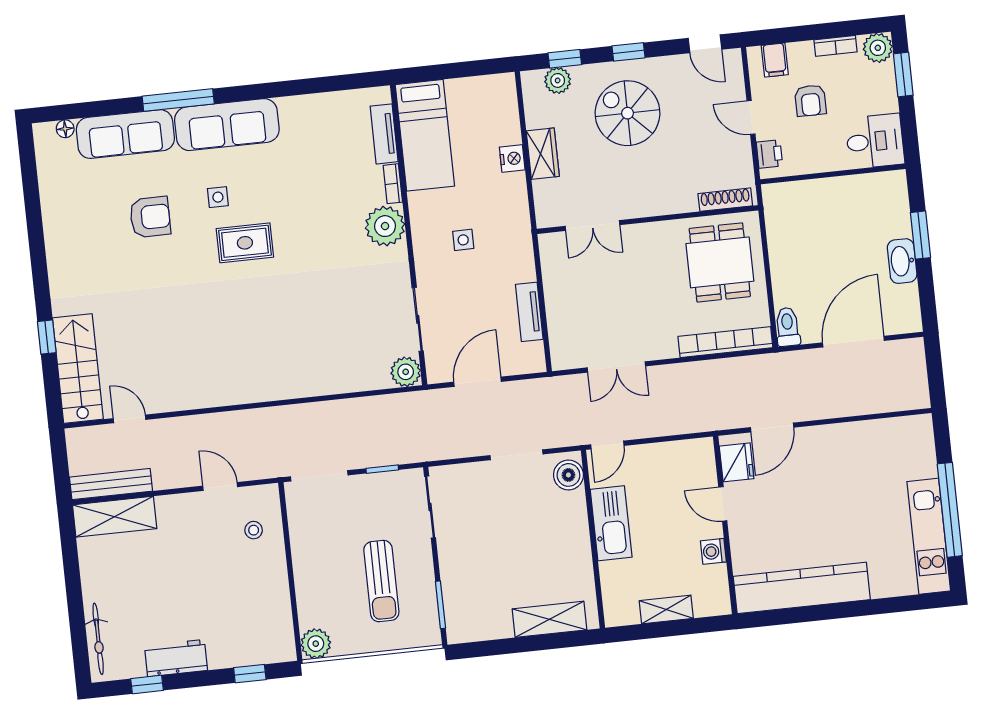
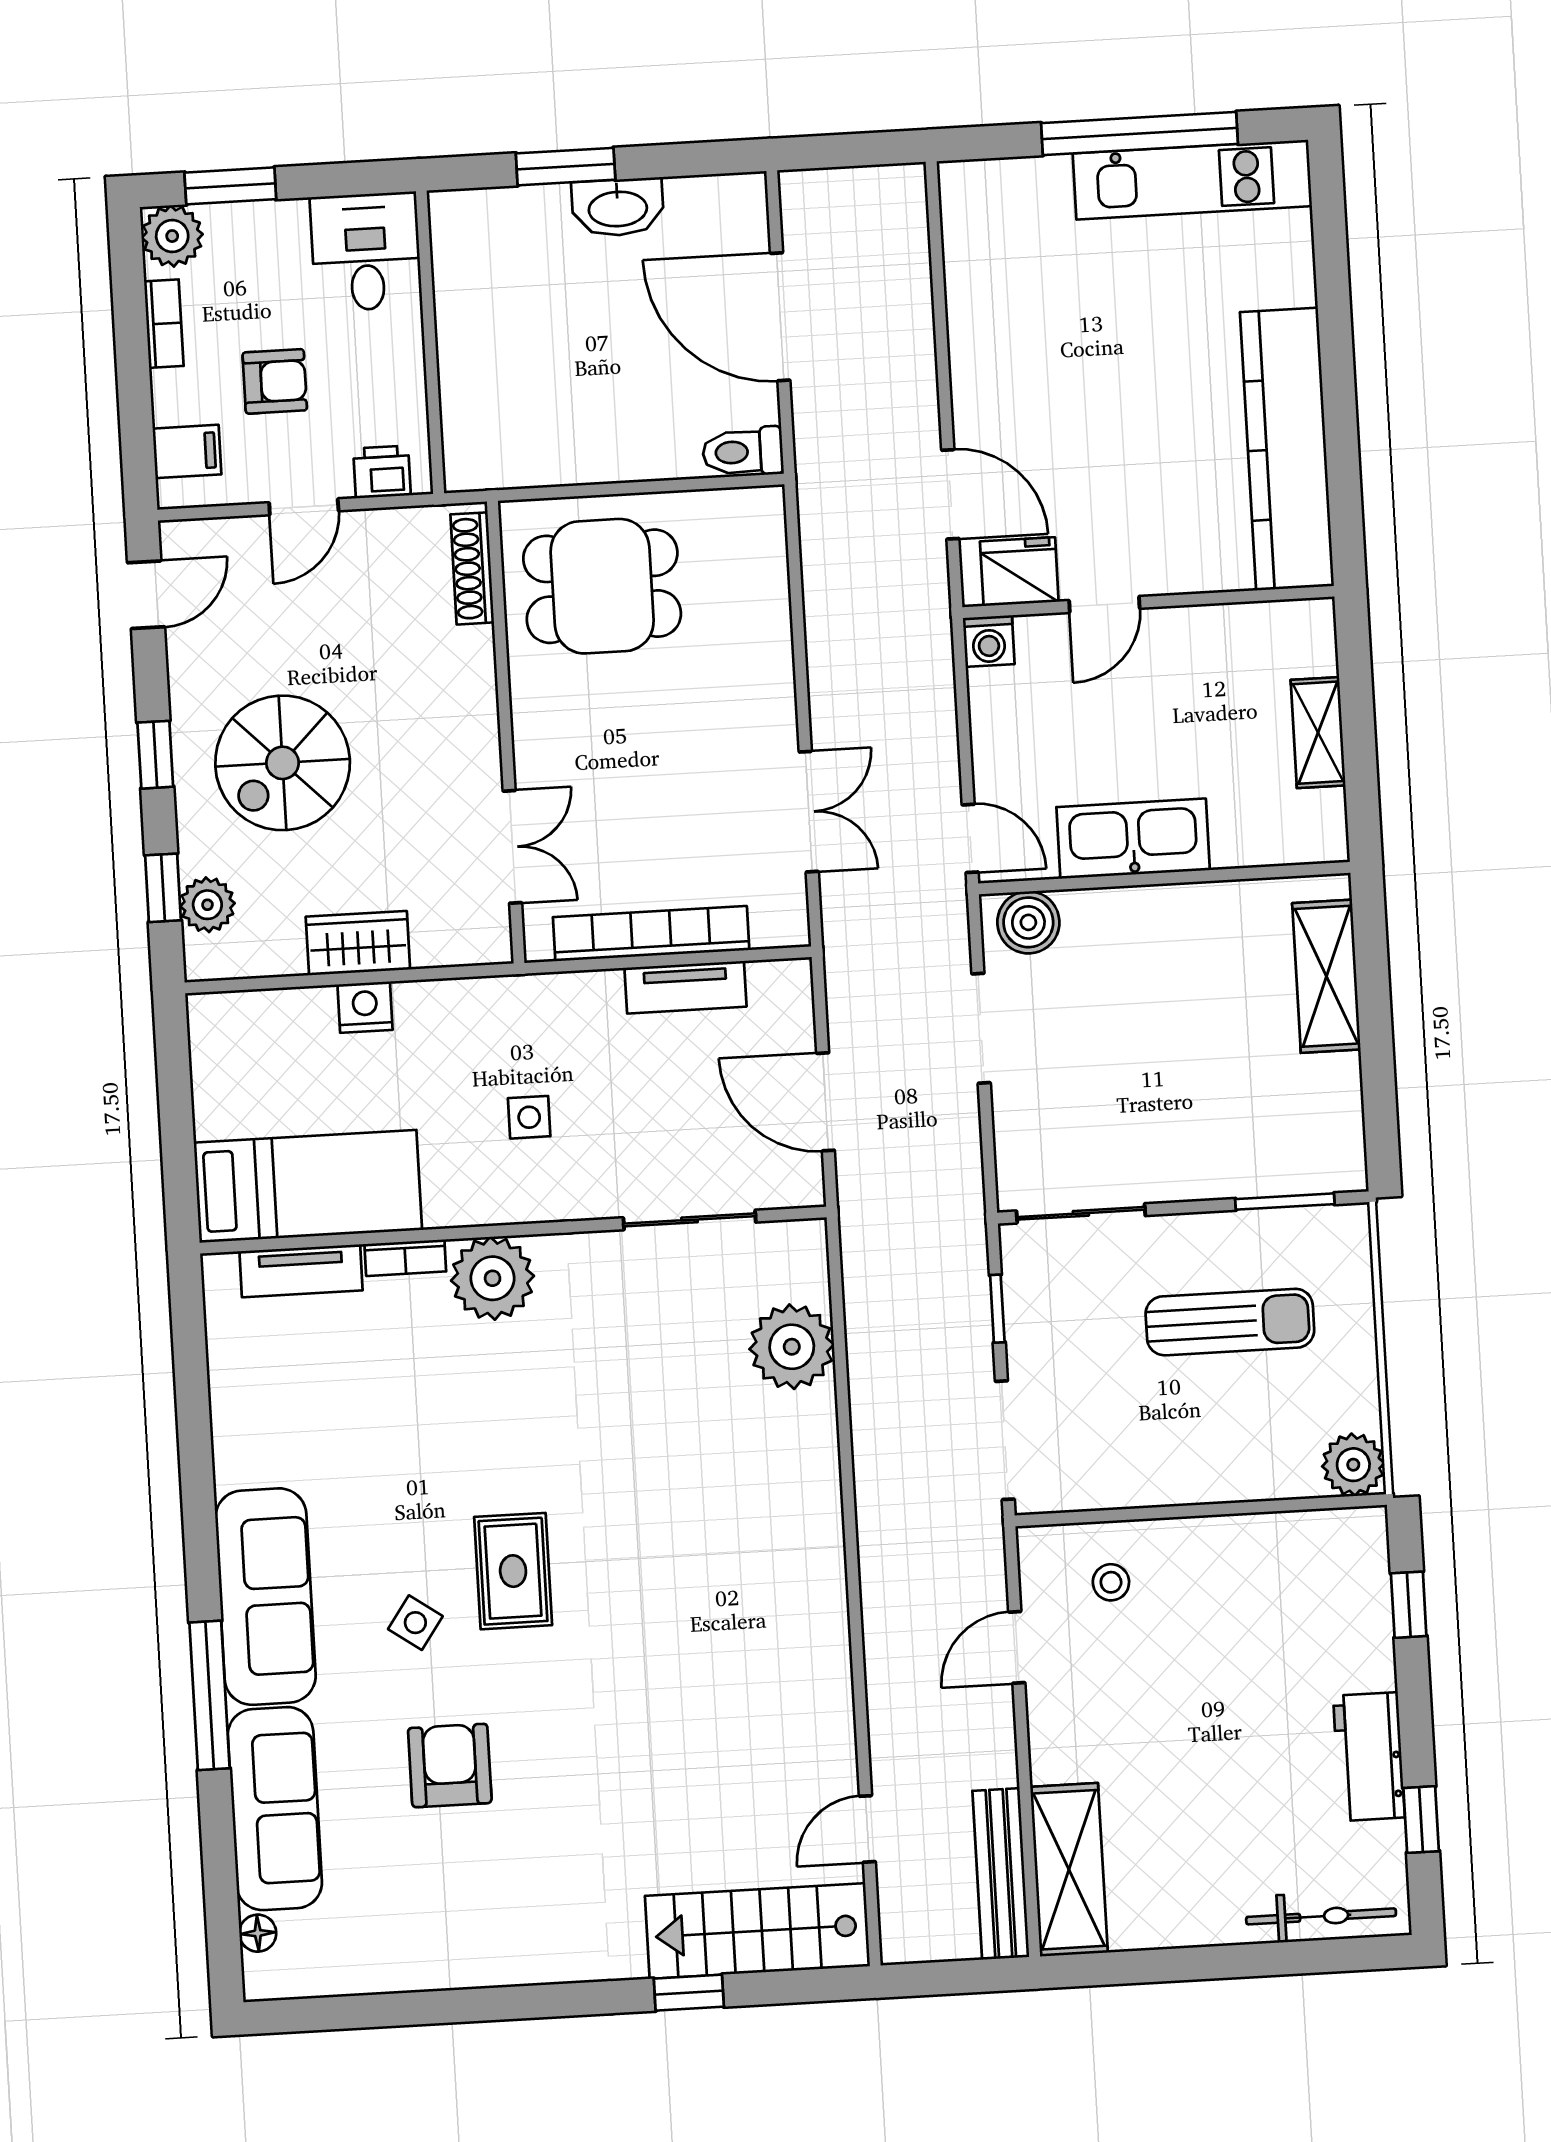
side table: (218, 197) -> (415, 1623), turned 35
bookcase: (725, 342) -> (651, 934), moved, turned 90
plant: (406, 372) -> (792, 1347), moved, width x1.36, depth x1.36
washing machine: (713, 551) -> (989, 641), moved

